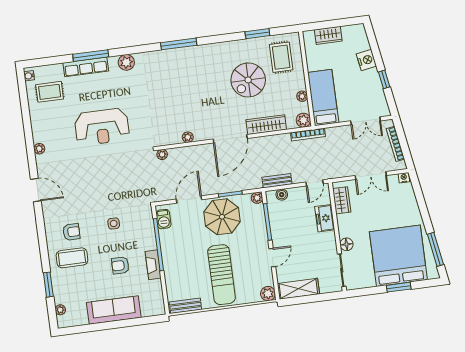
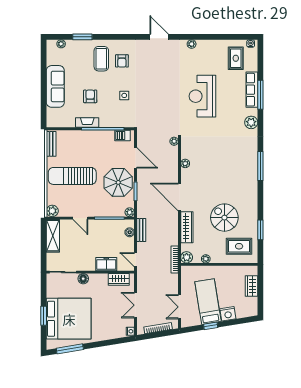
bed: (323, 98) -> (208, 302), moved, turned -99
door: (36, 190) -> (159, 37), swing flipped

